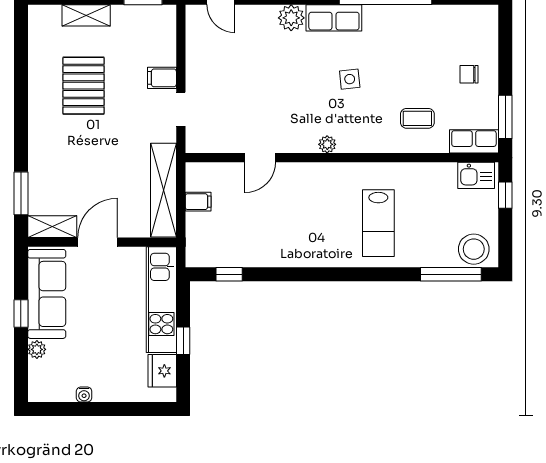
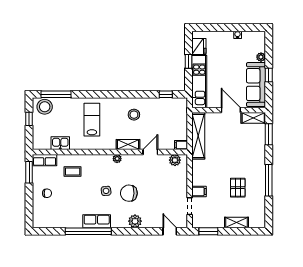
row of seats: (334, 18) -> (97, 221), moved
chair: (304, 75) -> (129, 193), added
pallet: (83, 86) -> (238, 188), width x0.67, depth x0.71
window: (21, 100) -> (269, 180), added
doorway: (181, 109) -> (190, 206), moved
plant: (211, 141) -> (175, 160), added
shelving: (305, 173) -> (128, 145), added
kitchen sink: (476, 175) -> (60, 143), moved
window: (505, 195) -> (29, 119), moved
filing cabinet: (198, 202) -> (181, 145), moved
stool: (293, 233) -> (134, 115), added
door: (98, 242) -> (231, 110), swing flipped

